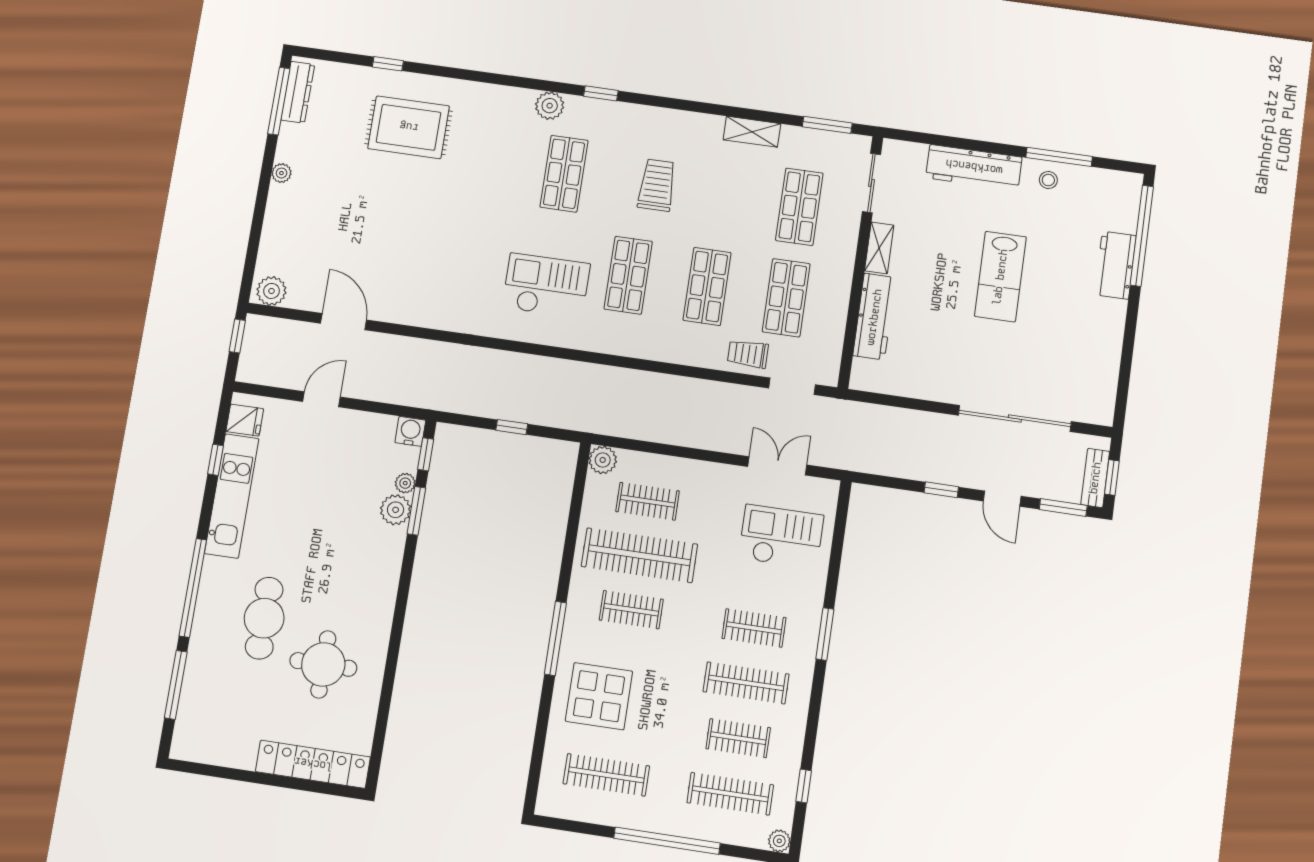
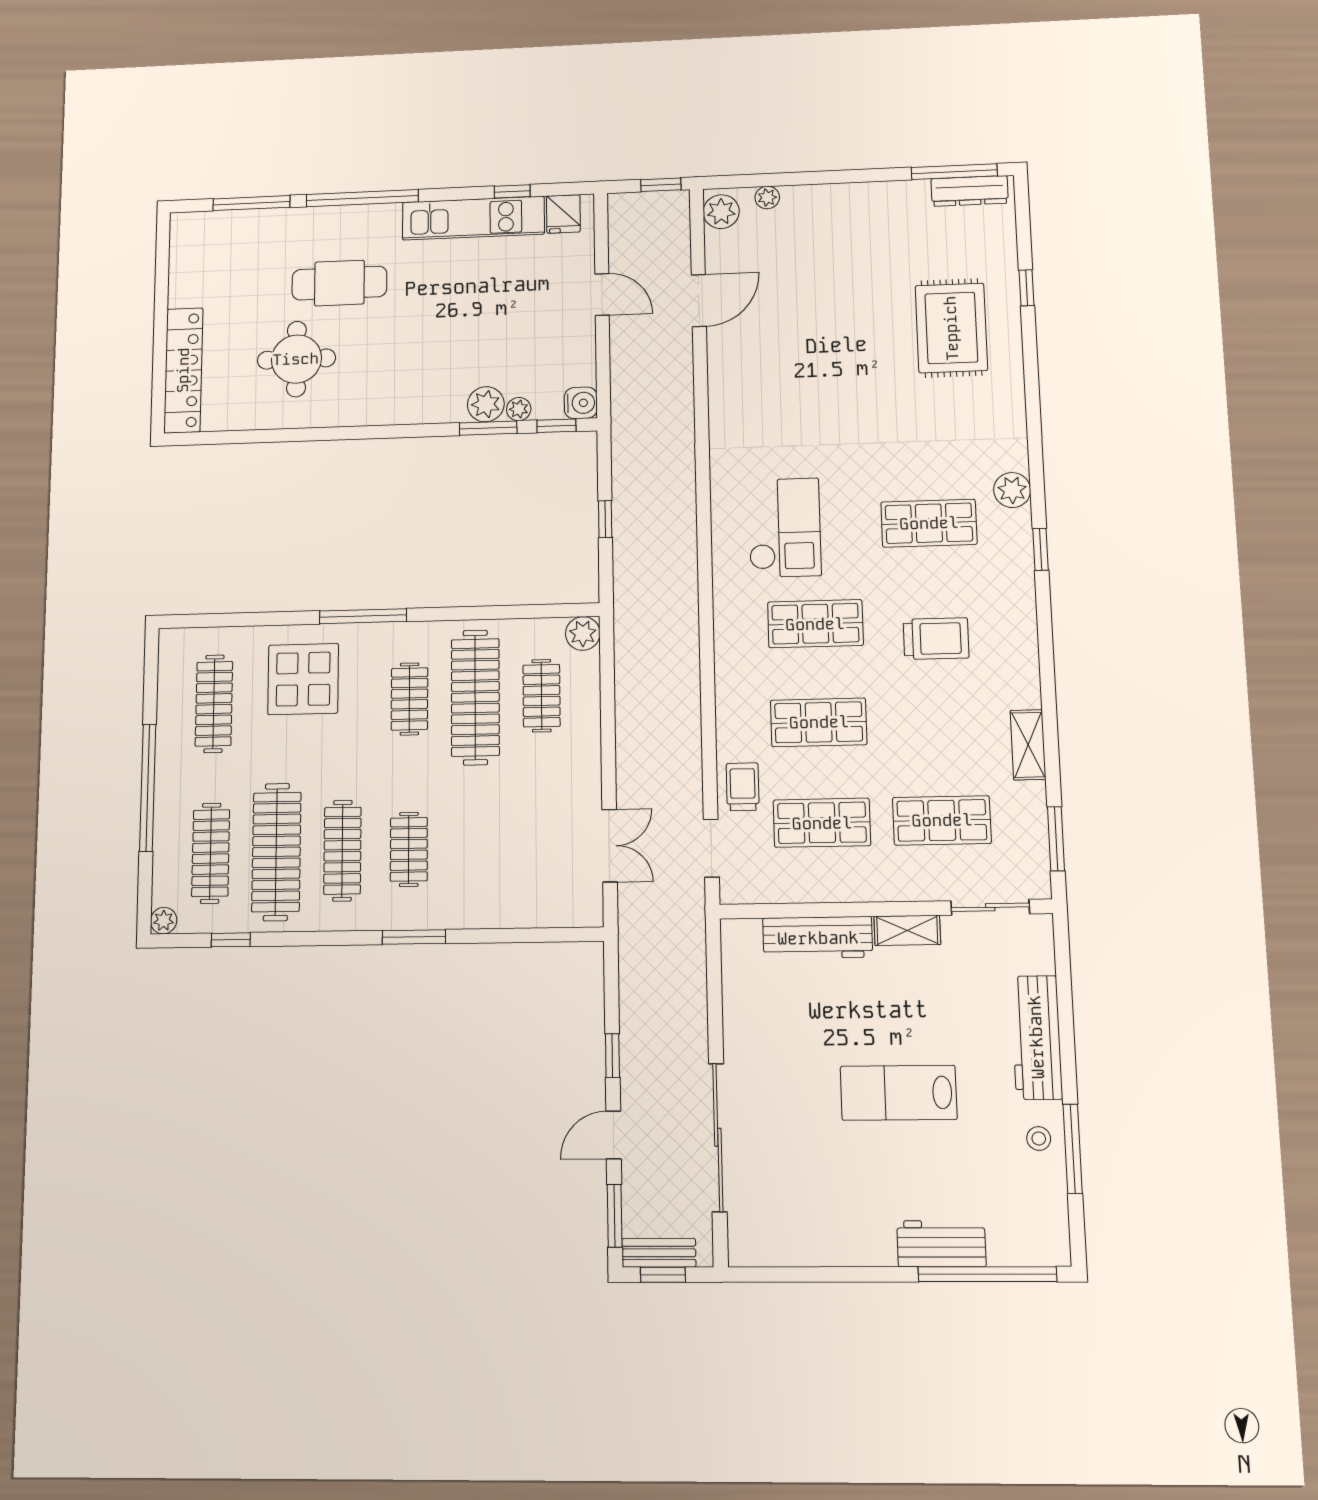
plant: (281, 173) -> (767, 197), moved
checkout: (781, 537) -> (523, 865), removed
clothes rail: (738, 738) -> (276, 852), width x1.86, depth x1.31

